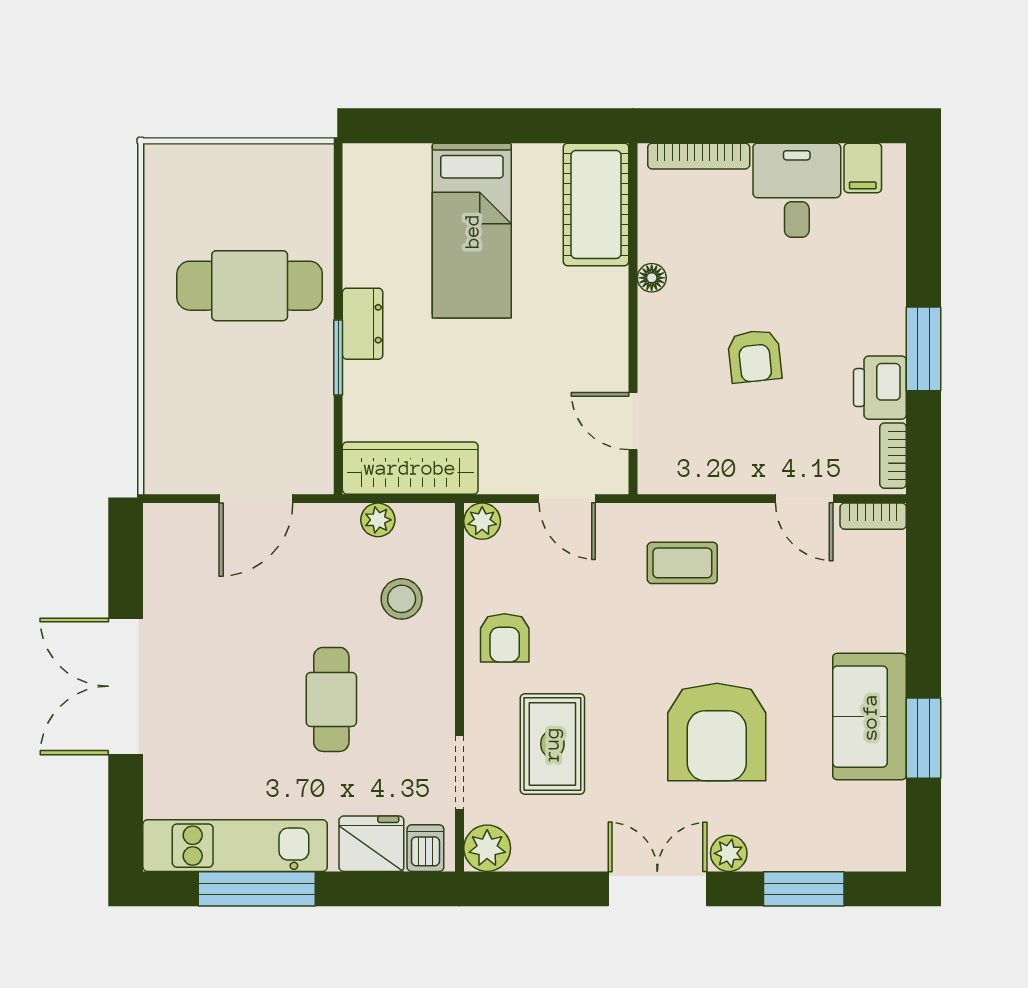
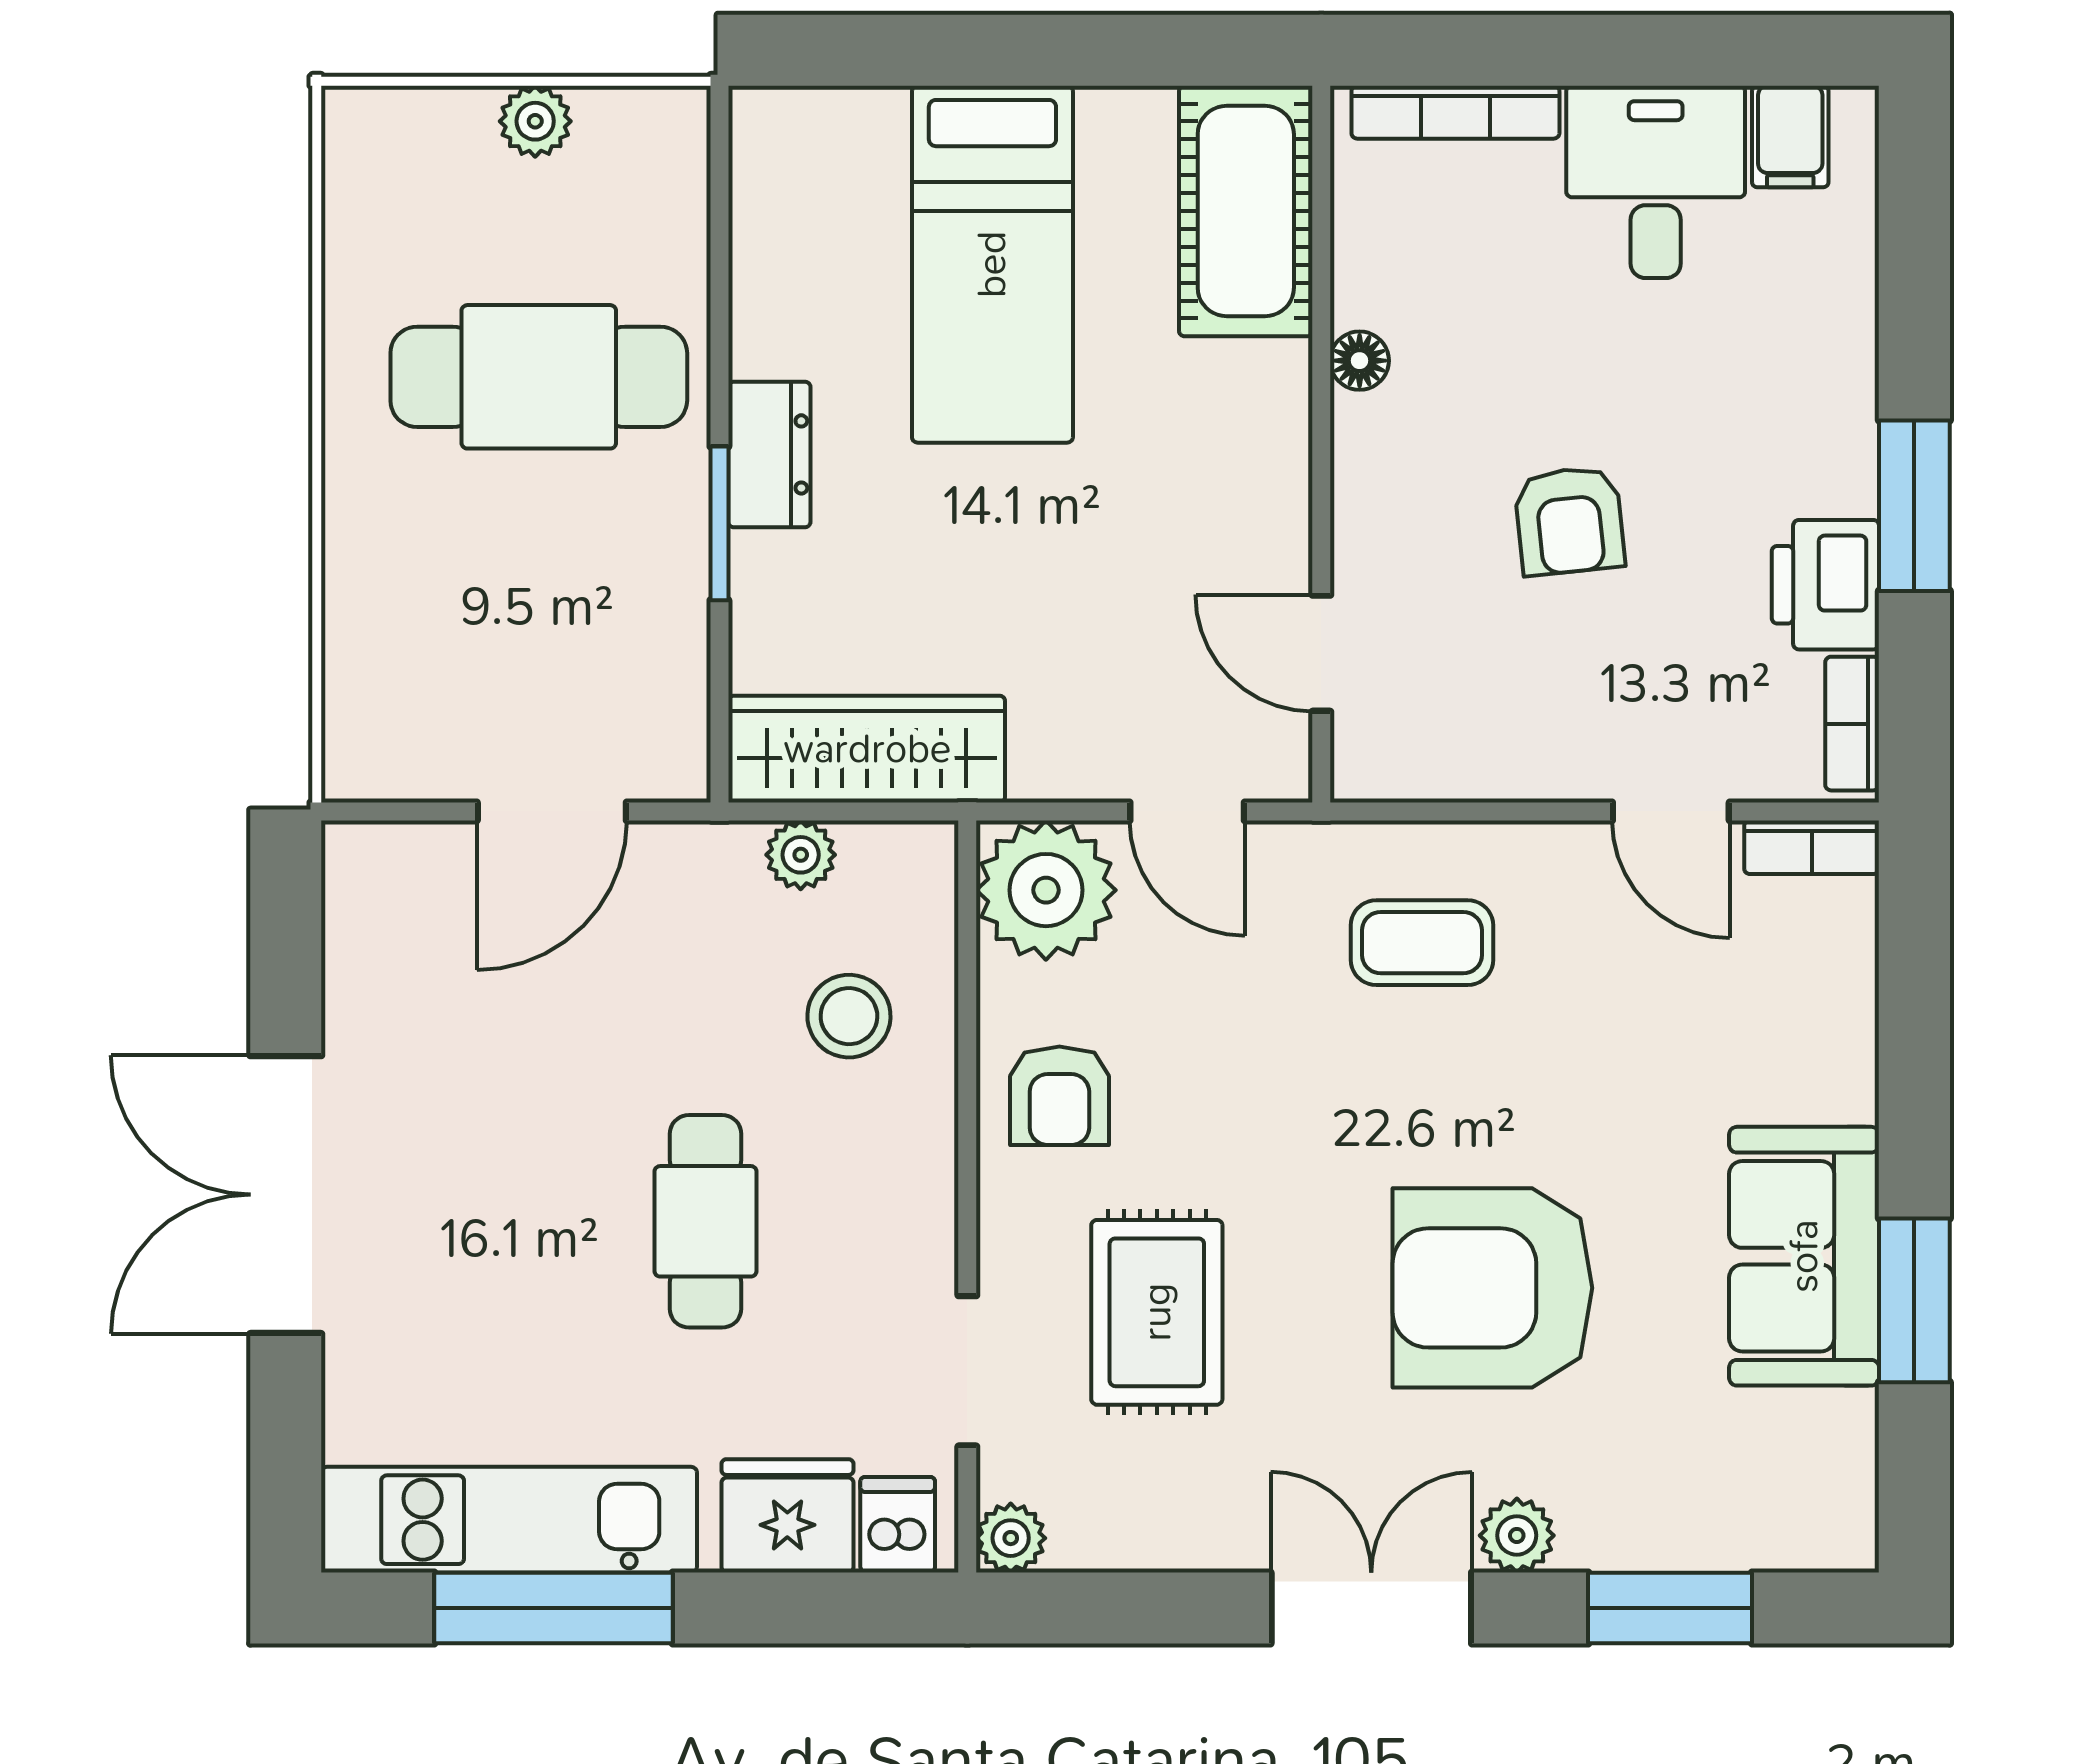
plant: (248, 160) -> (535, 121), added
plant: (482, 521) -> (1046, 890), width x1.88, depth x1.88
armchair: (717, 732) -> (1492, 1288), turned 90
plant: (487, 848) -> (1011, 1538), width x0.73, depth x0.73

